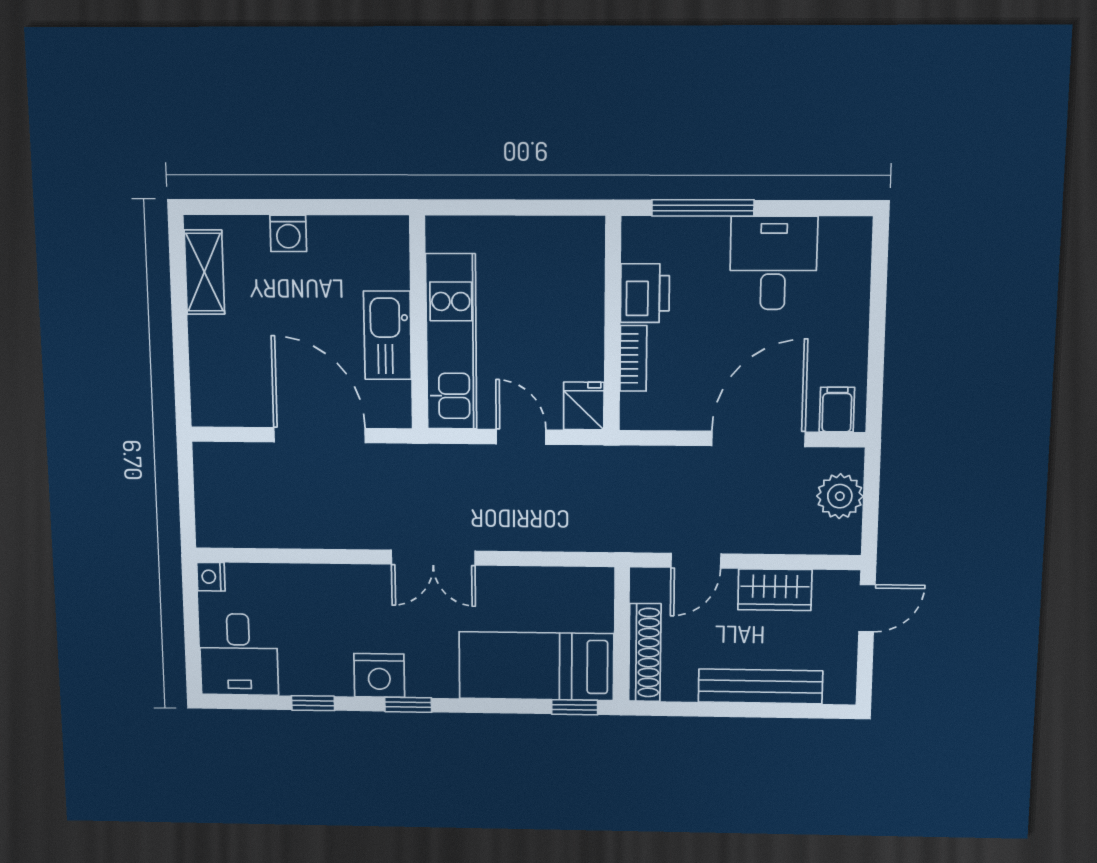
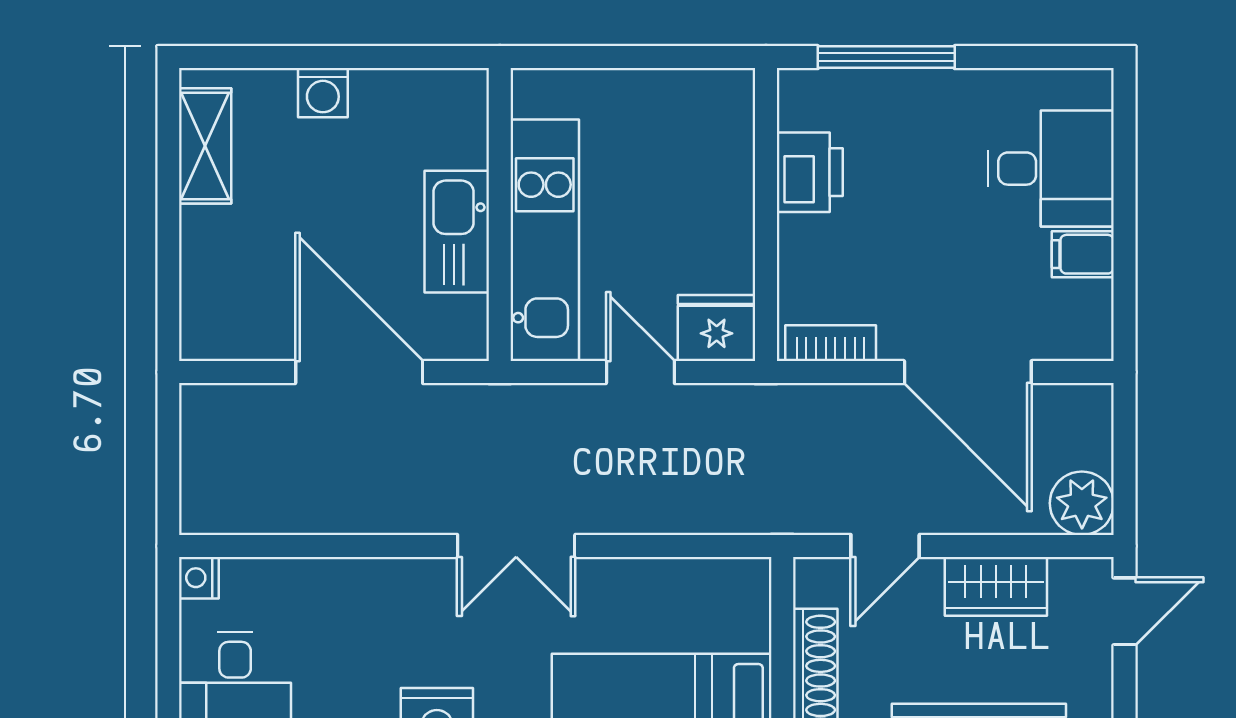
desk: (773, 263) -> (1051, 169), moved, turned 90
bookcase: (633, 358) -> (831, 343), moved, turned -90
fridge: (584, 406) -> (717, 328), width x1.38
filing cabinet: (837, 410) -> (1083, 254), moved, turned -90
door: (758, 439) -> (968, 372), swing flipped
plant: (840, 496) -> (1082, 503), moved

